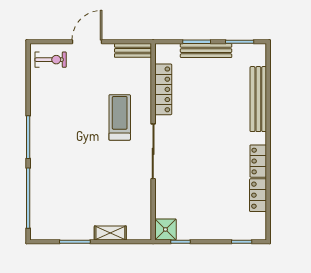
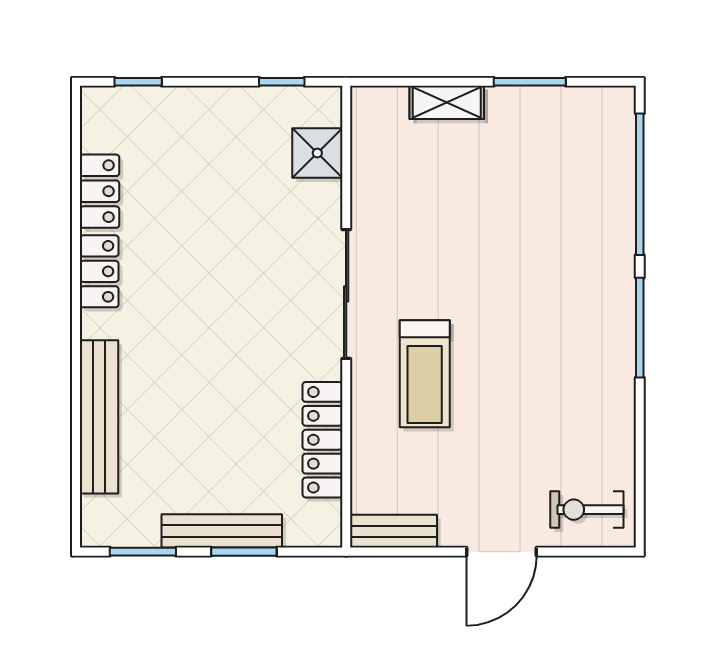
shower: (165, 229) -> (317, 153), moved

